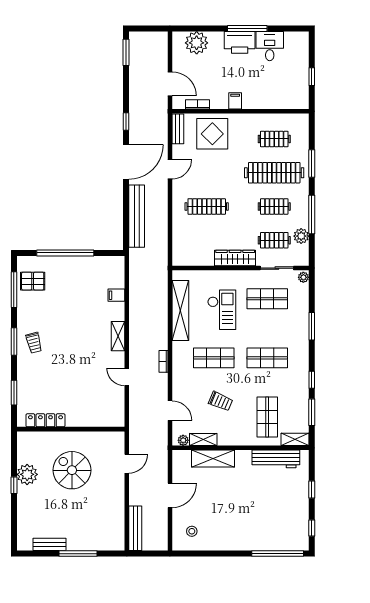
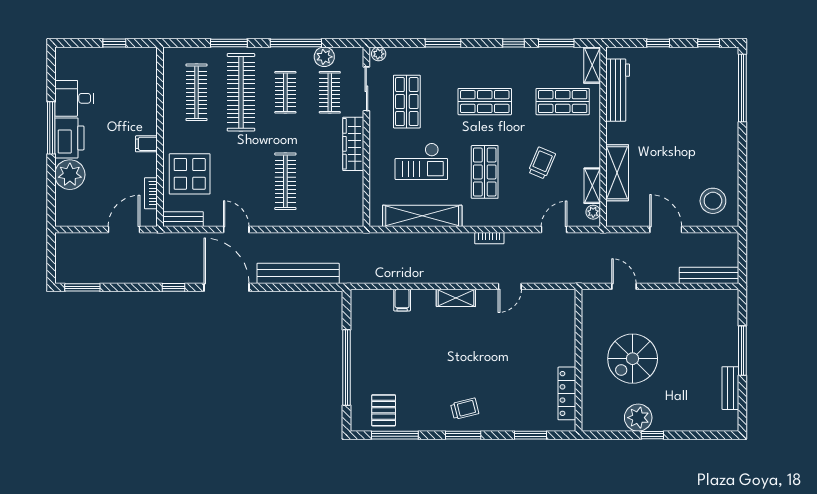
plant: (197, 43) -> (70, 175), moved
clothes rail: (274, 139) -> (197, 92), width x1.36
checkout: (222, 310) -> (421, 161), turned 180
shop shelf: (267, 358) -> (485, 102), turned 90
stool: (192, 531) -> (713, 201), width x1.89, depth x1.89

